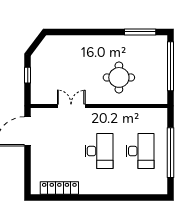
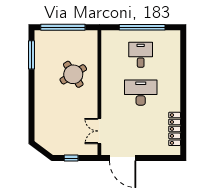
round table: (119, 77) -> (73, 74), turned -32
double door: (71, 106) -> (99, 131), moved
desk: (140, 151) -> (141, 55), width x0.73

